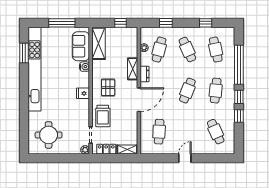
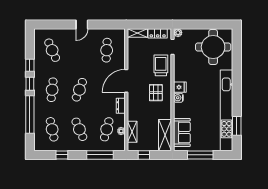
window: (166, 23) -> (100, 155), width x2.17
water cooler: (85, 67) -> (178, 98), moved
shelving: (133, 69) -> (132, 132), moved
round table: (49, 135) -> (213, 47), width x1.36, depth x1.36

